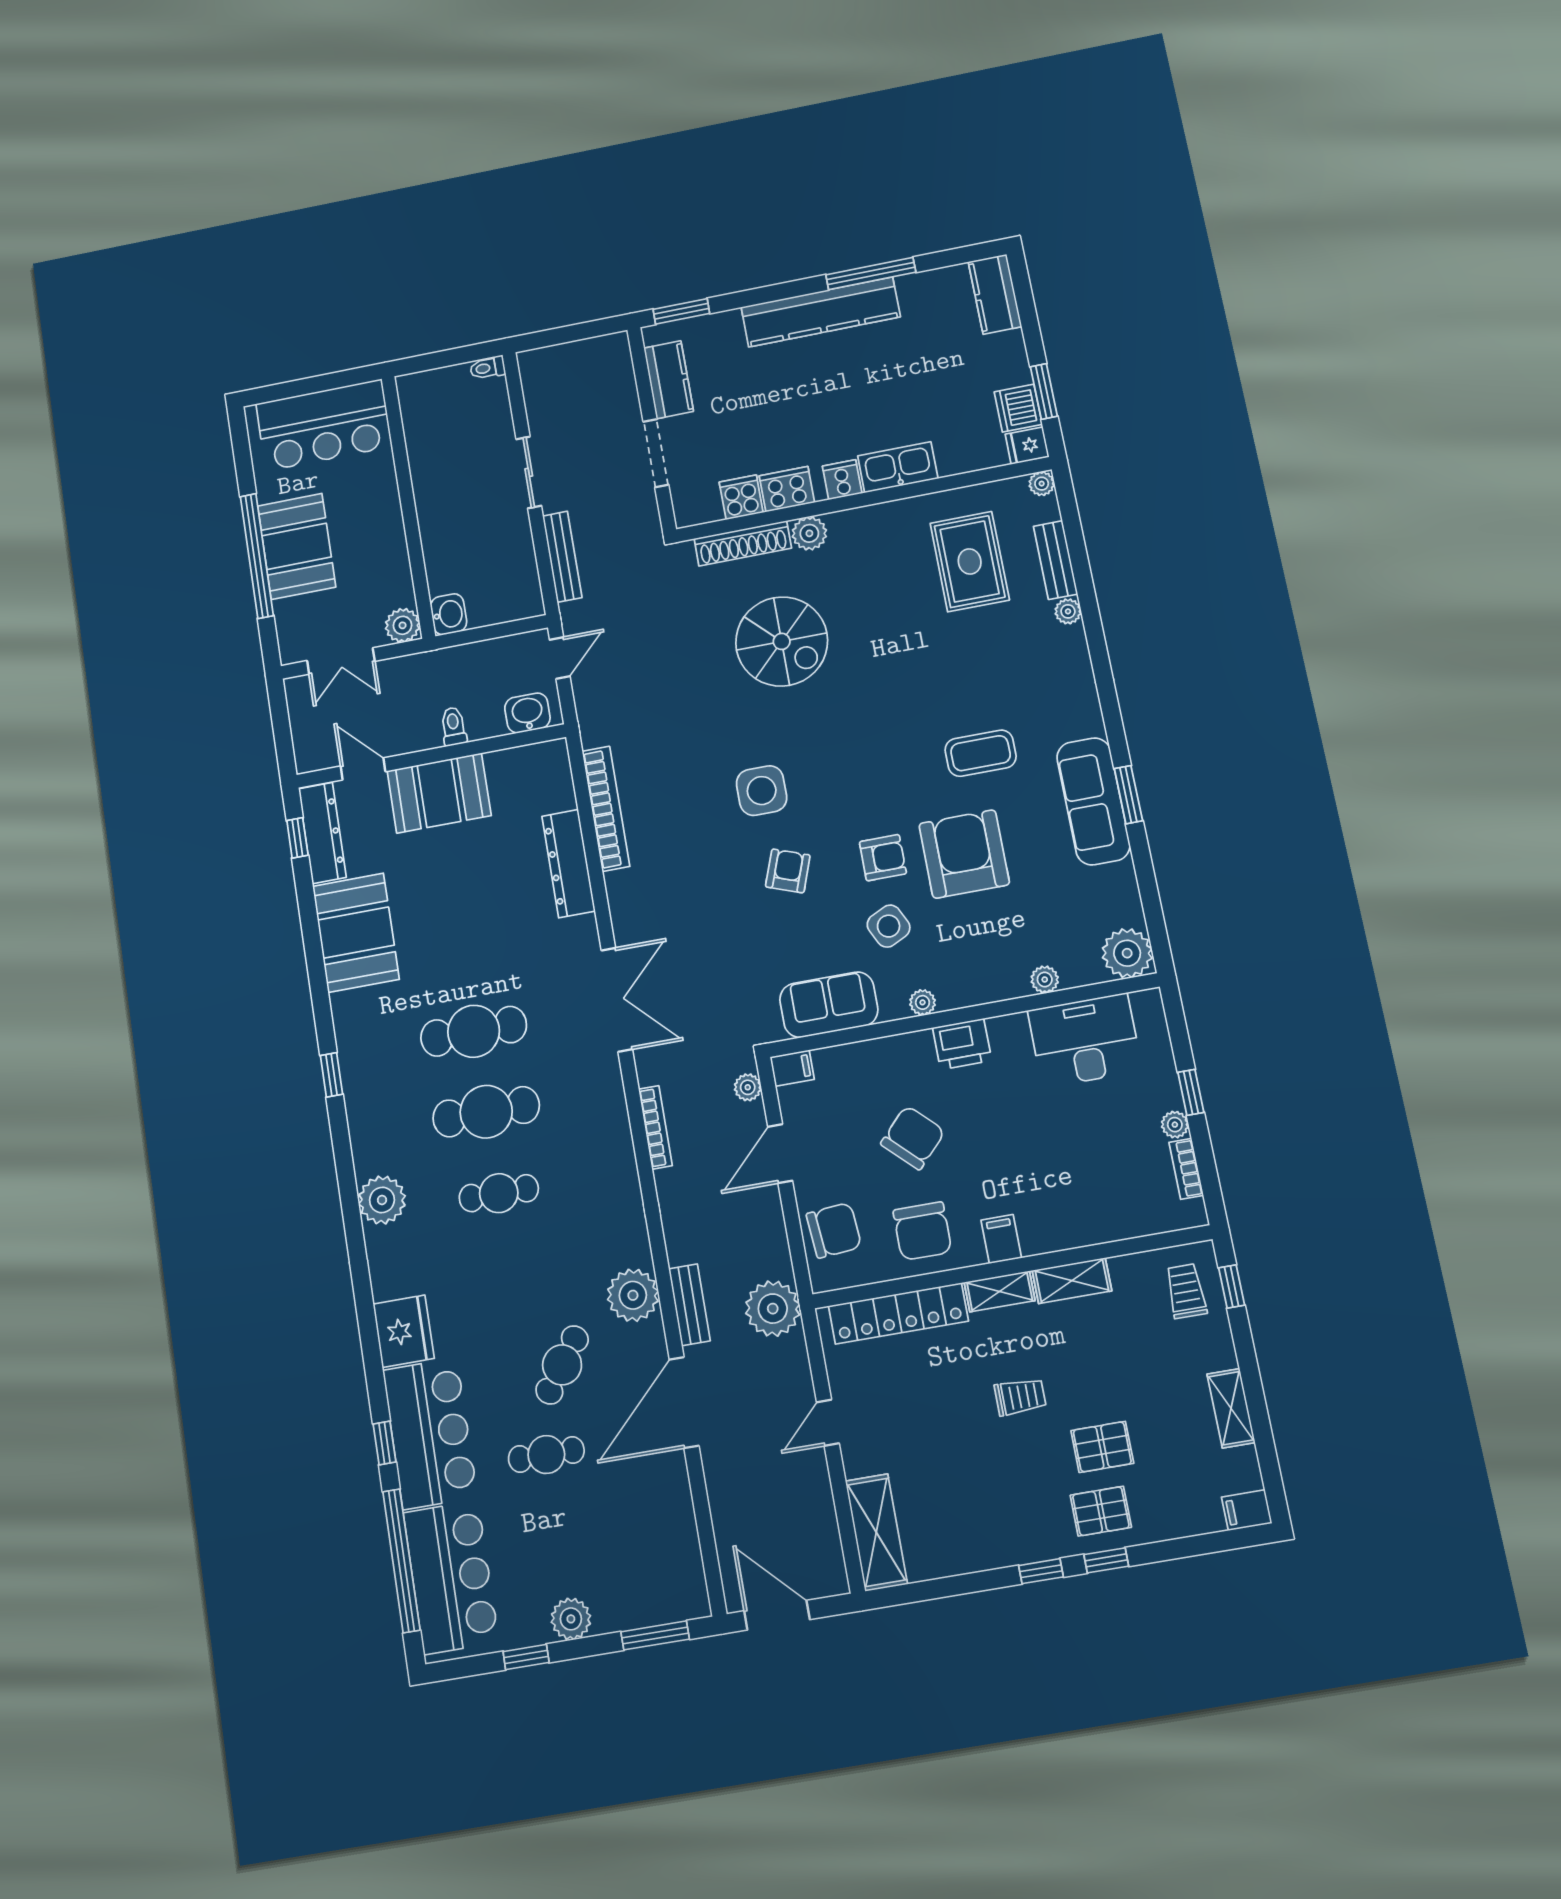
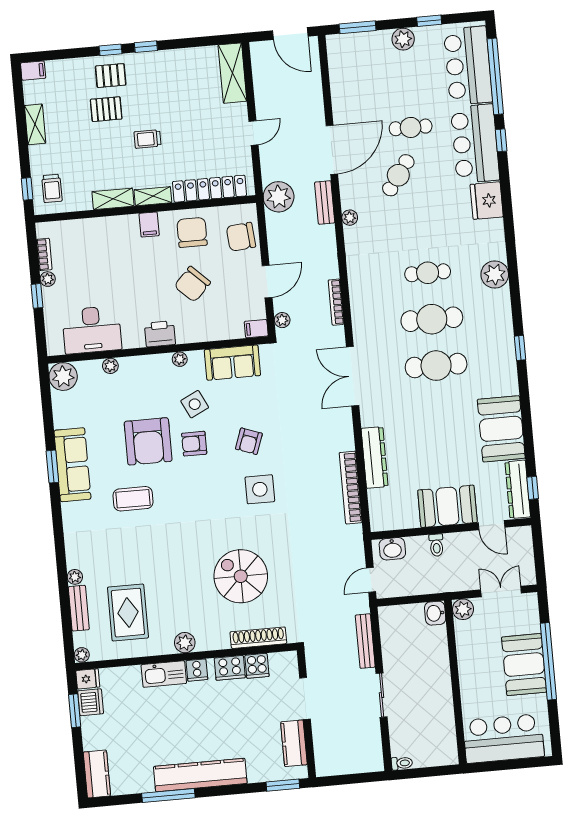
plant: (809, 533) -> (185, 643), moved
plant: (633, 1295) -> (350, 218), width x0.53, depth x0.53

